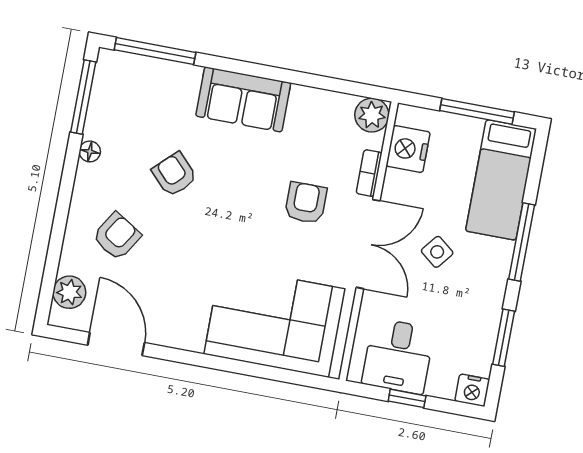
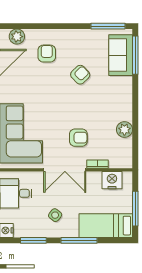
sofa: (243, 99) -> (121, 55), moved
plant: (372, 115) -> (124, 130), moved
floor lamp: (90, 151) -> (83, 34), removed
armchair: (117, 236) -> (47, 54), turned -122
side table: (437, 252) -> (55, 215), moved

